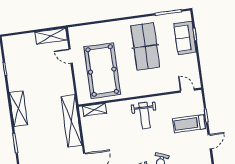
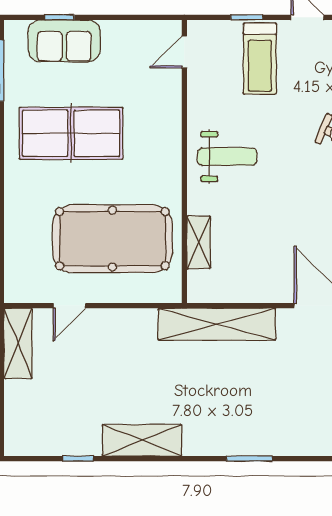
shelving: (19, 109) -> (142, 440), moved
shelving: (94, 110) -> (199, 242), moved

